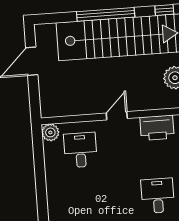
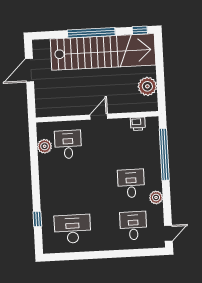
printer: (157, 128) -> (138, 124), width x0.53, depth x0.68
plant: (50, 132) -> (45, 146), moved

